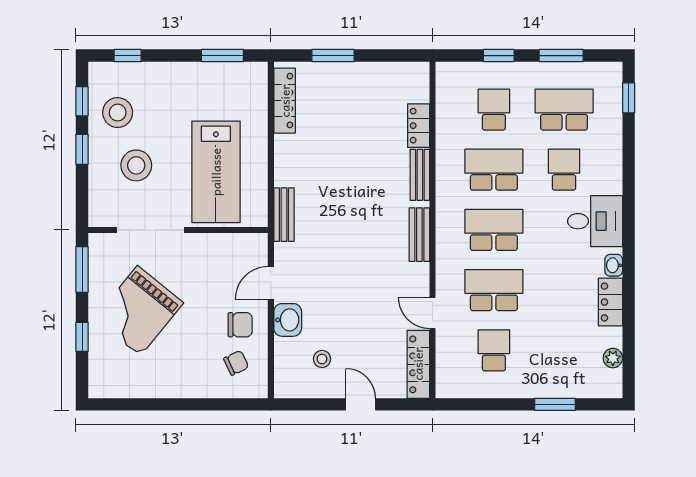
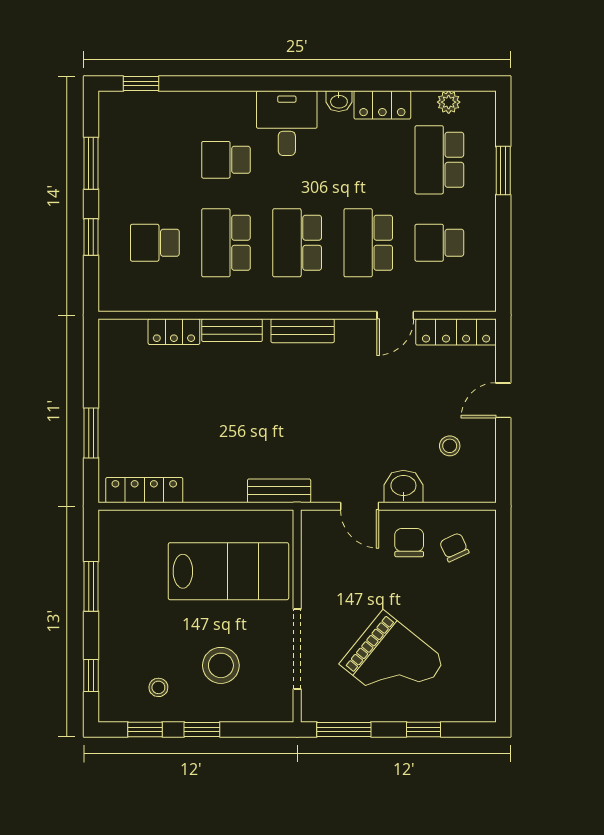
window: (222, 56) -> (91, 586), moved
school desk: (564, 110) -> (439, 160), moved
stool: (118, 113) -> (158, 687), width x0.53, depth x0.53

